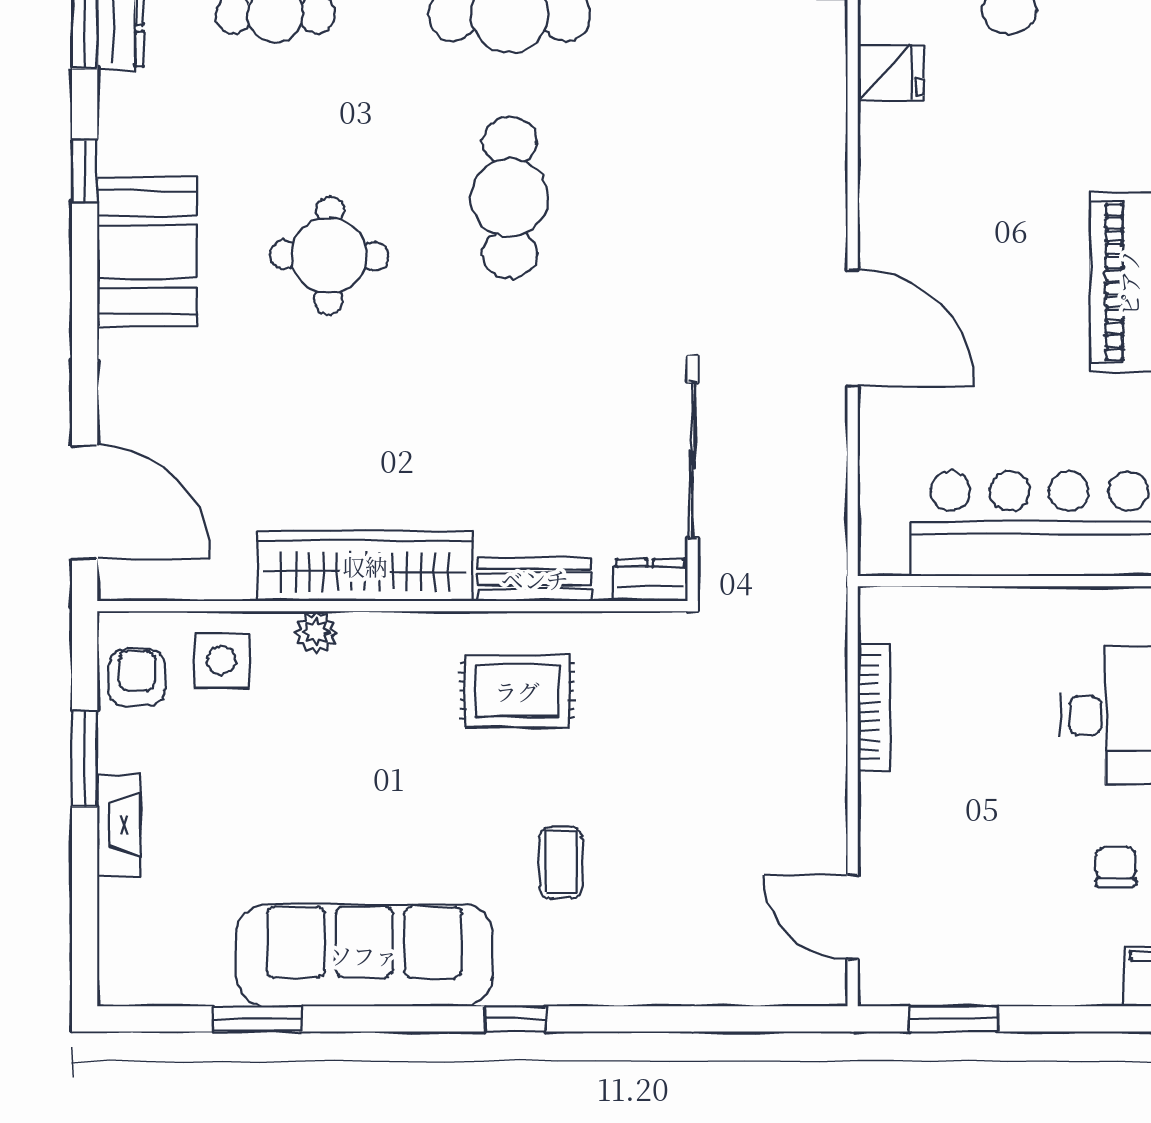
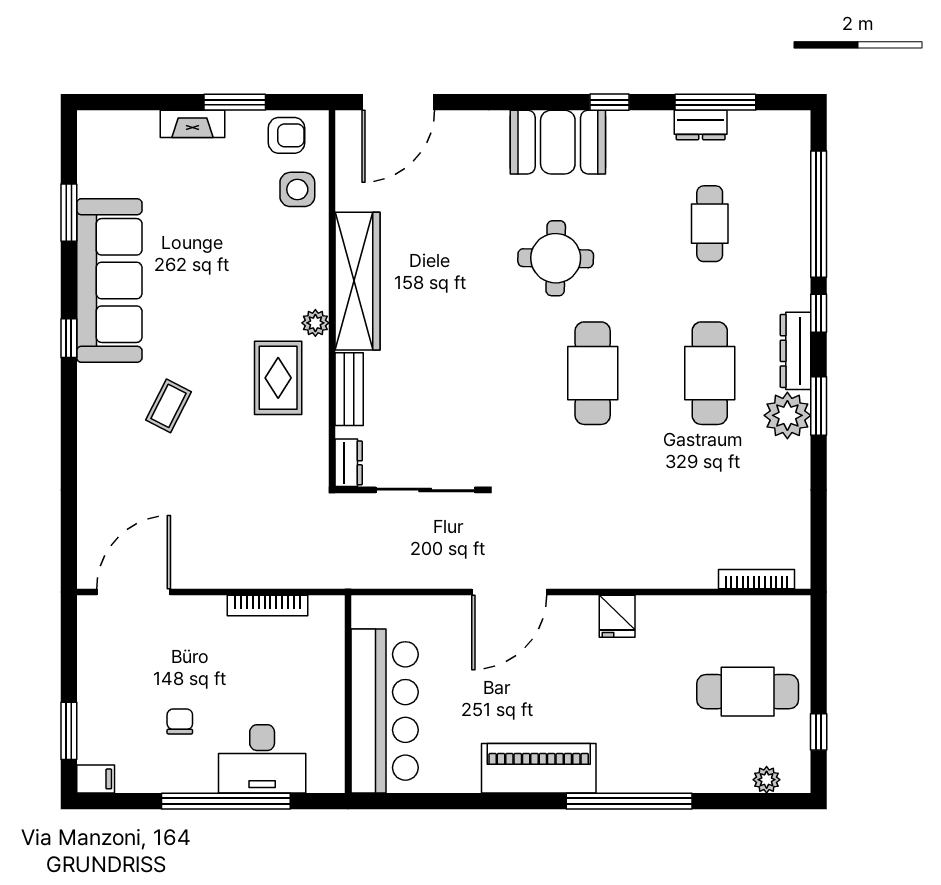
fridge: (891, 73) -> (617, 616), moved
cafe table: (510, 197) -> (593, 373), turned 90
plant: (316, 632) -> (315, 323), moved
coffee table: (561, 863) -> (168, 406), turned -63
chair: (1116, 867) -> (180, 721), moved, turned -90
door: (853, 917) -> (134, 592), width x1.36
window: (516, 1019) -> (69, 338), moved
window: (953, 1019) -> (69, 731), moved

